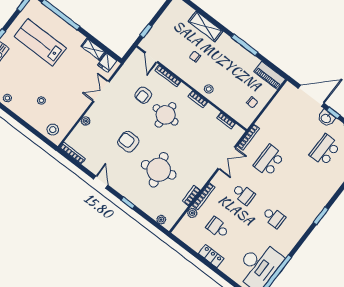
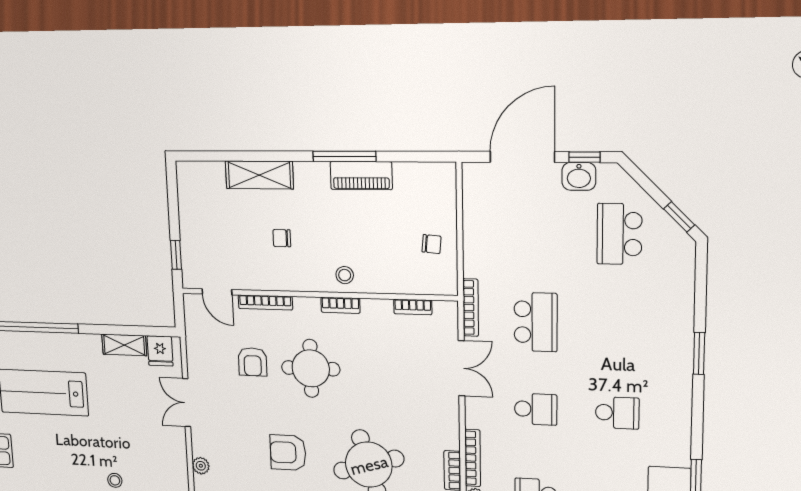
piano: (270, 75) -> (361, 176), moved
school desk: (269, 161) -> (536, 322), turned 180

